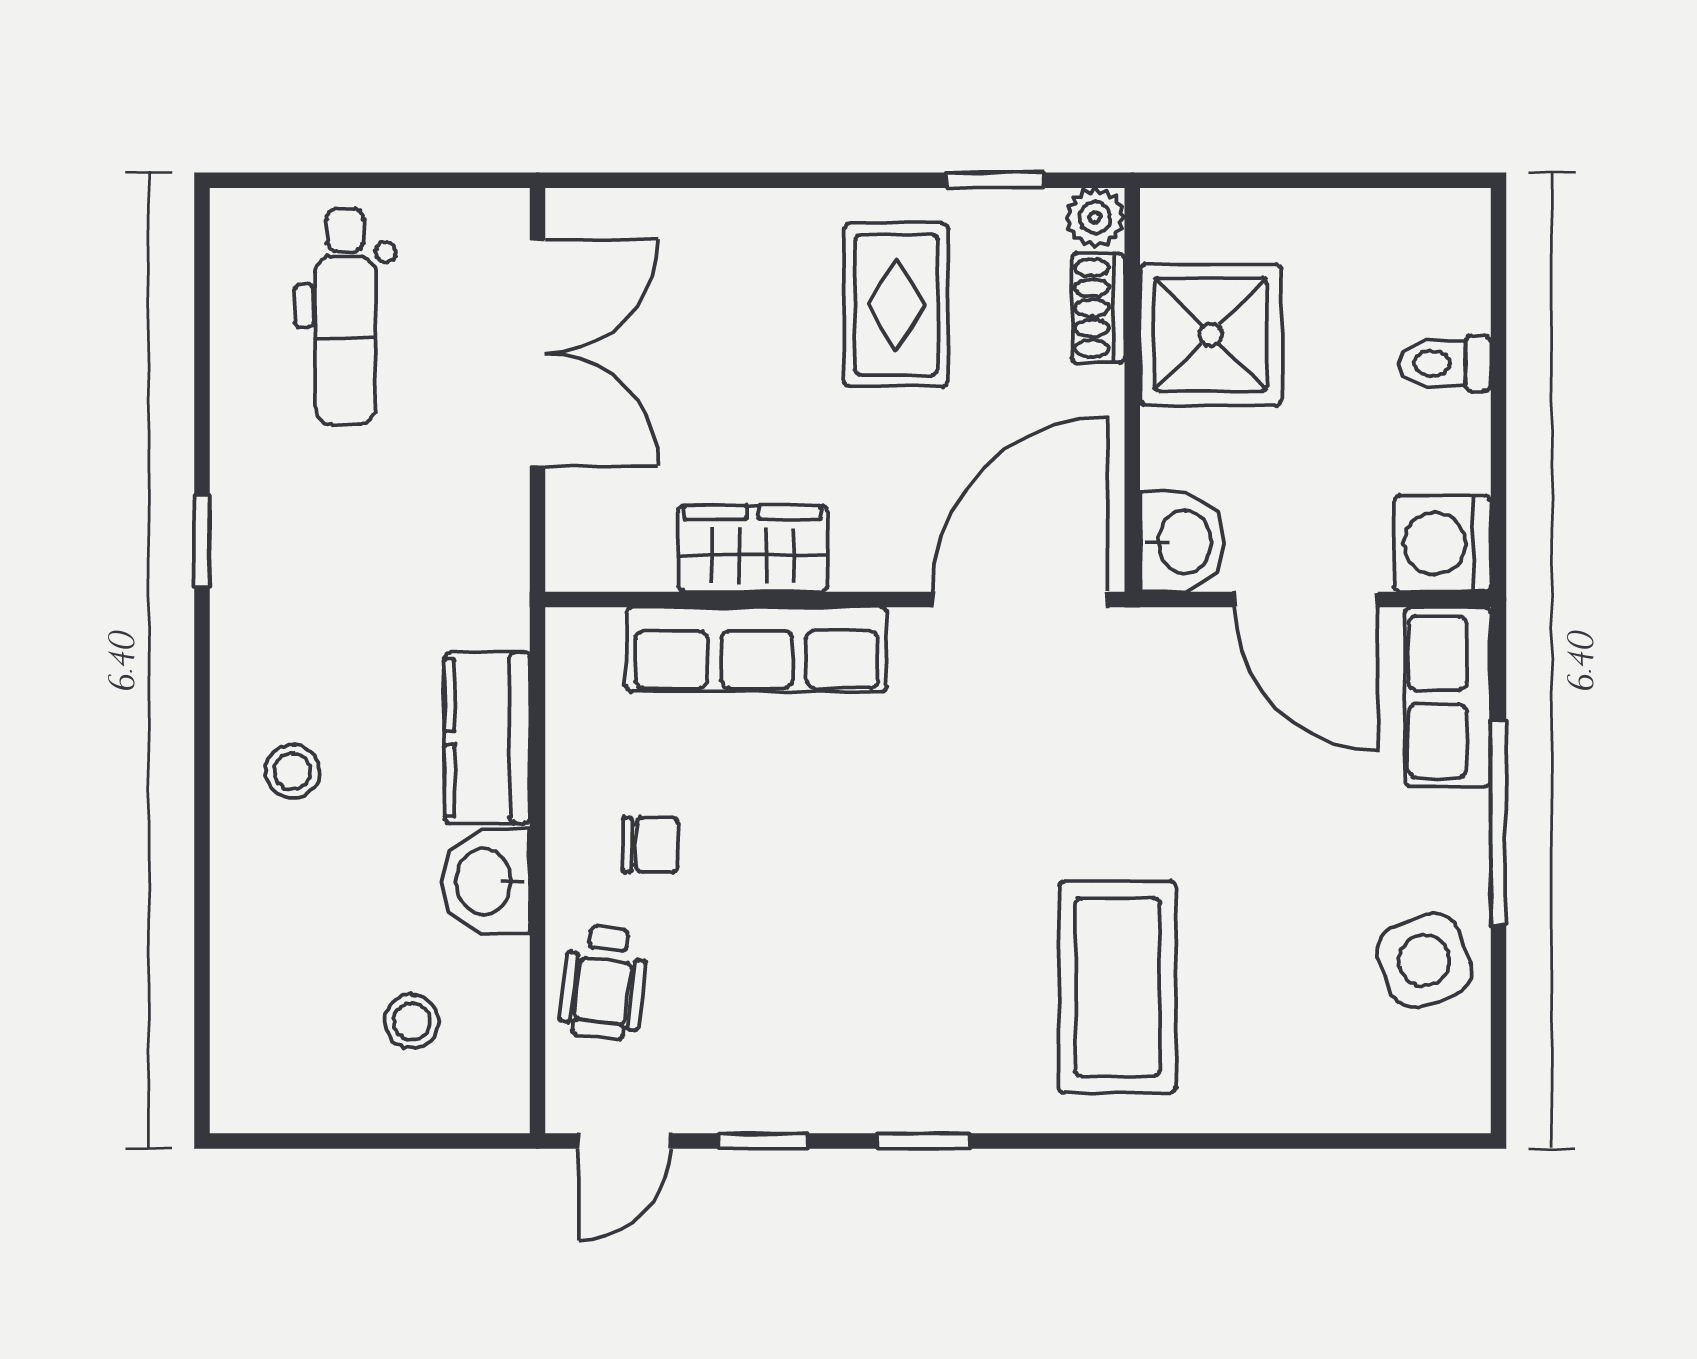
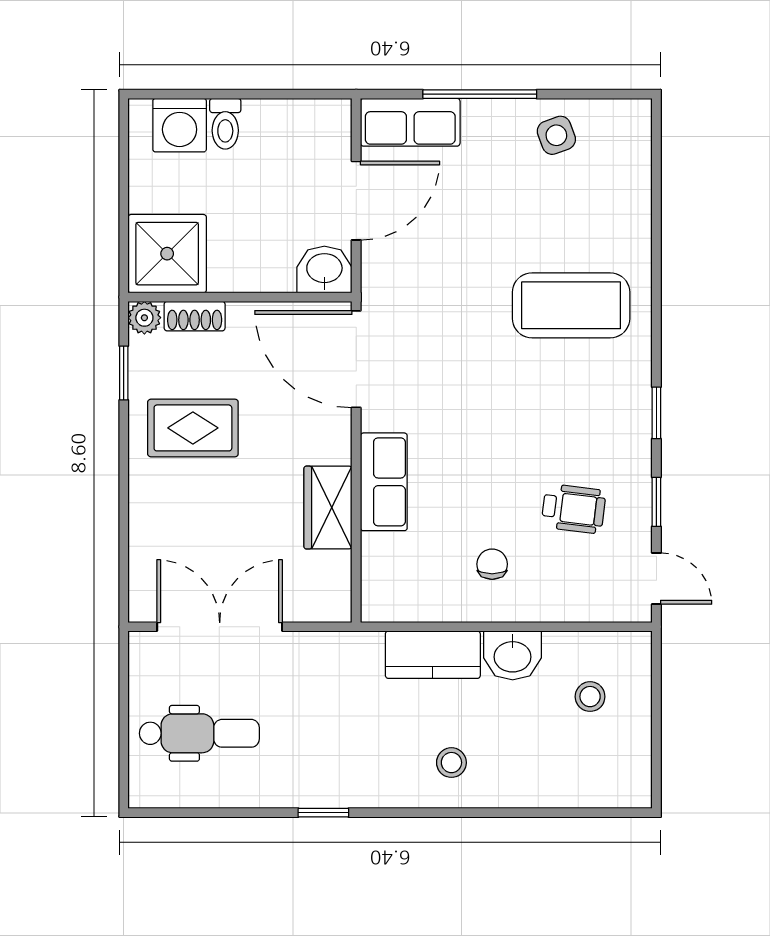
shower: (1211, 335) -> (167, 254), moved
washing machine: (1442, 544) -> (180, 125), moved
row of seats: (757, 649) -> (384, 482), width x0.68
side table: (1424, 961) -> (556, 135), width x0.73, depth x0.73
wheelchair: (604, 982) -> (574, 509), moved

